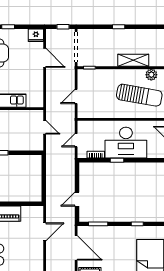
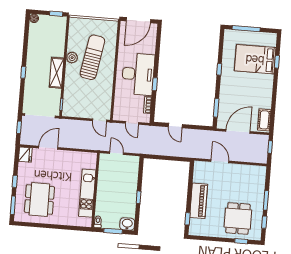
shelving: (133, 60) -> (57, 73), moved
plant: (151, 75) -> (72, 58), moved
door: (76, 96) -> (99, 120), moved
door: (45, 127) -> (117, 153), hinge flipped
door: (77, 199) -> (175, 126), moved

